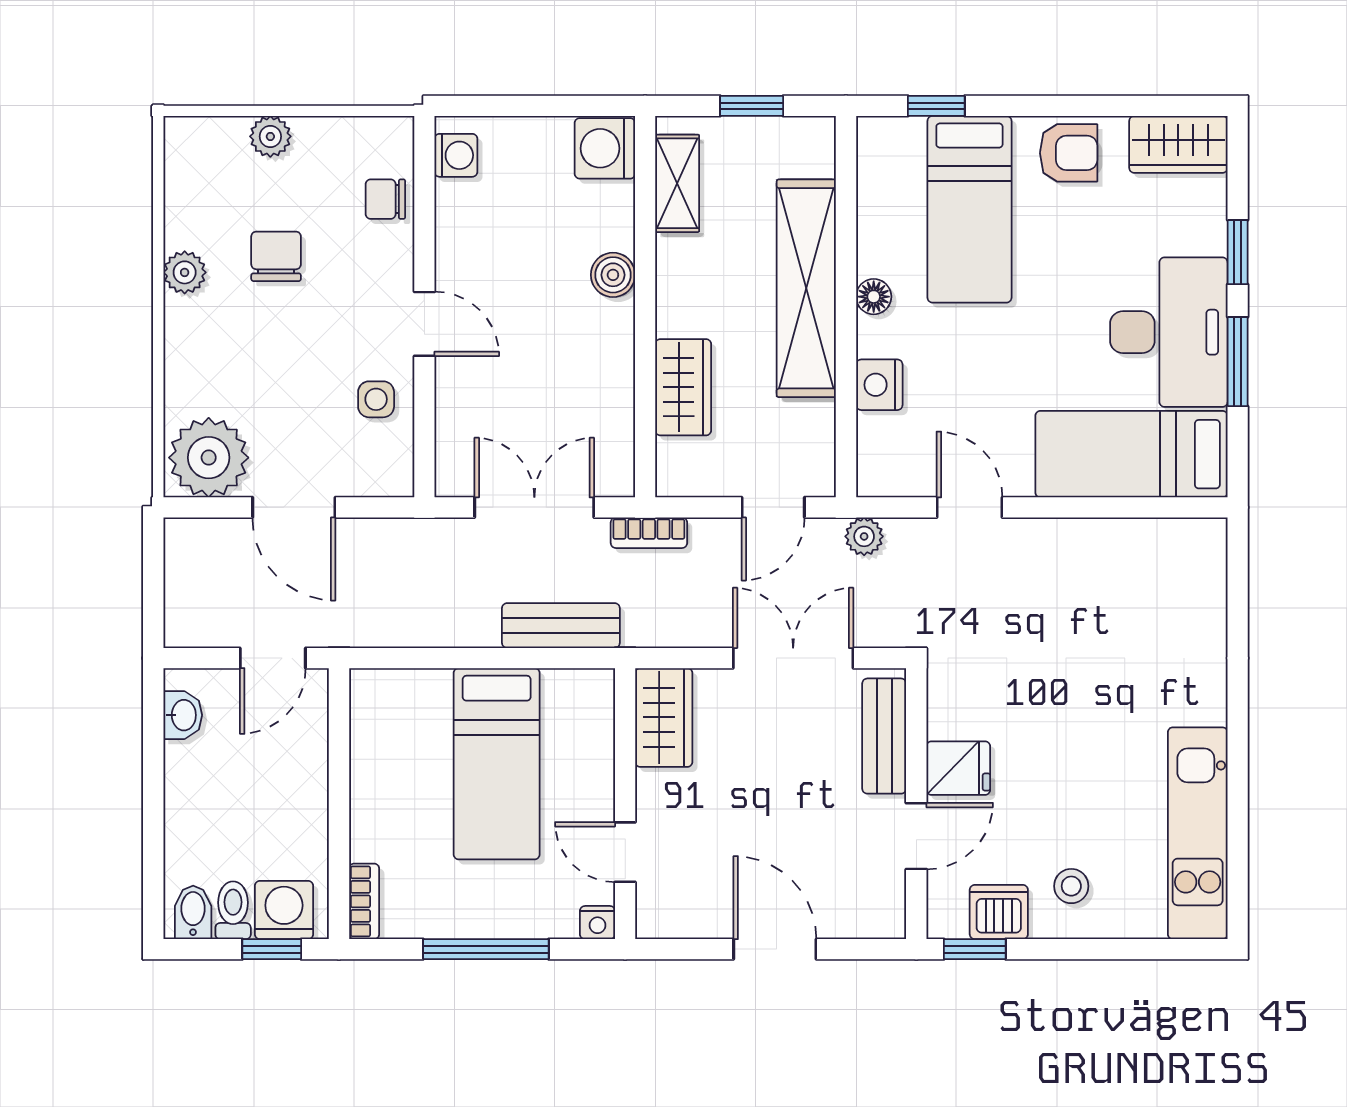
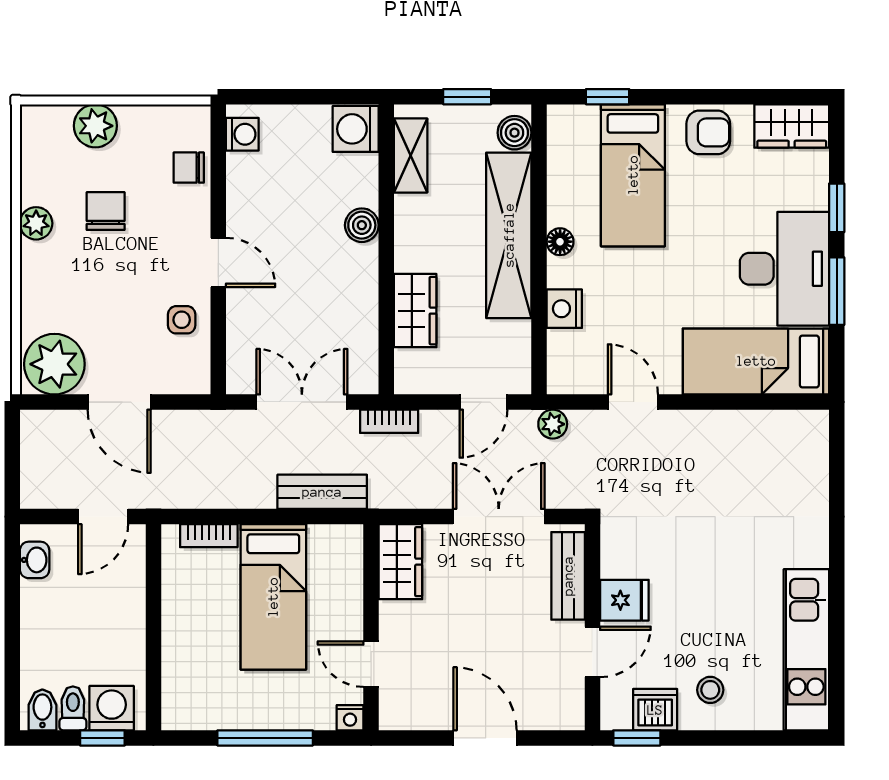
plant: (270, 136) -> (95, 126), width x1.38, depth x1.38
boiler: (814, 153) -> (514, 133), added
bookcase: (364, 901) -> (209, 536), moved, turned 90

